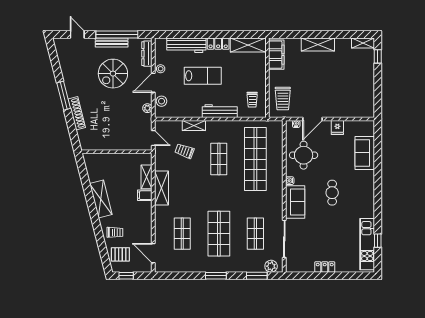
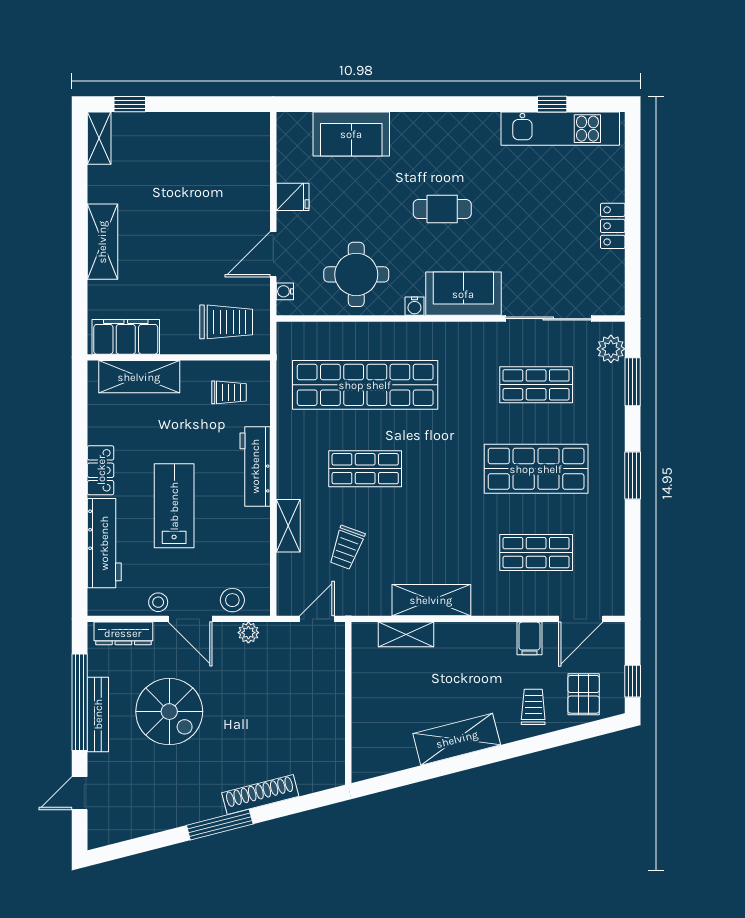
shelving: (248, 45) -> (139, 377), moved, turned 90
door: (312, 119) -> (273, 254), swing flipped
filing cabinet: (145, 195) -> (529, 638), moved

